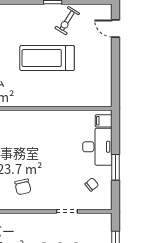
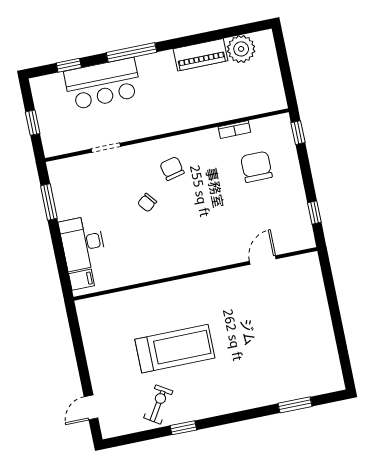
door: (115, 28) -> (91, 407), swing flipped
window: (115, 167) -> (49, 202), moved
chair: (92, 185) -> (147, 203), moved

